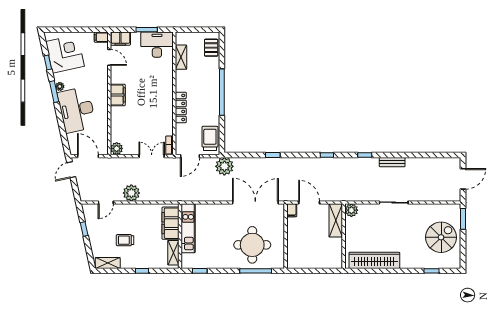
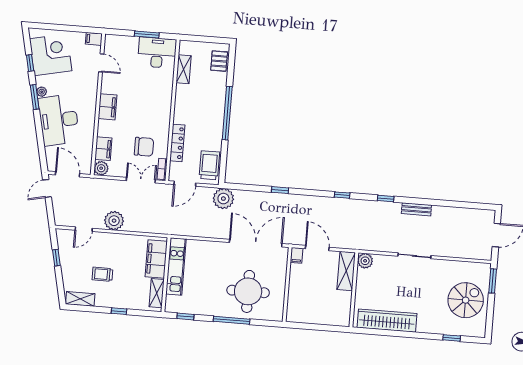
filing cabinet: (120, 39) -> (103, 149), moved, turned -90
locker: (181, 107) -> (177, 143), moved
chair: (152, 127) -> (144, 147), added
window: (256, 271) -> (232, 320), moved

